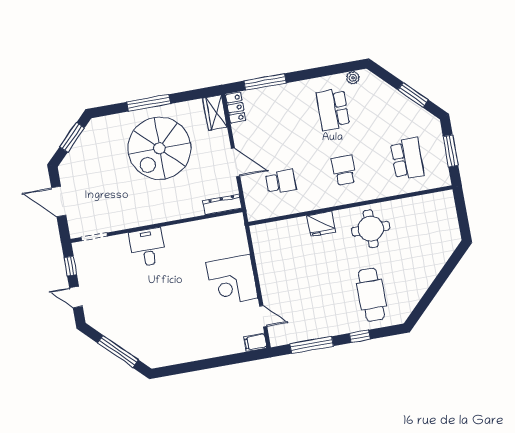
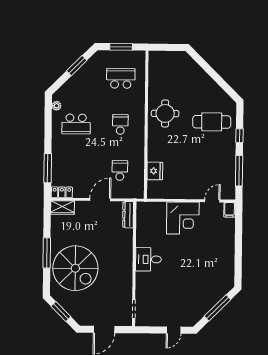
spiral stairs: (159, 148) -> (75, 268), moved
school desk: (344, 170) -> (120, 124), turned 90
fridge: (321, 224) -> (155, 171), moved
desk: (148, 247) -> (148, 259), moved
window: (70, 266) -> (151, 330), removed

